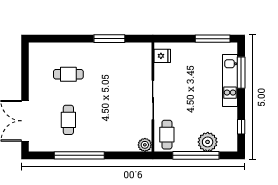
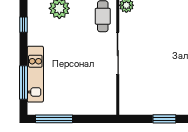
window: (109, 39) -> (164, 119), width x0.69
fridge: (162, 56) -> (108, 100), removed

